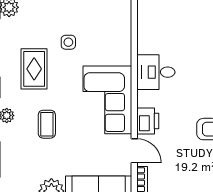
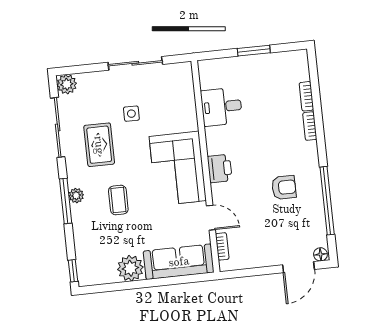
desk: (156, 72) -> (221, 107), moved
printer: (148, 121) -> (220, 168), moved

